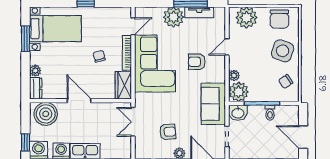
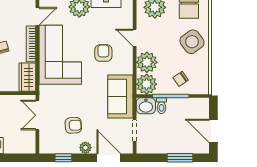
door: (227, 47) -> (135, 38), hinge flipped
side table: (283, 51) -> (192, 42), turned 35
armchair: (197, 62) -> (103, 53), turned 90
plant: (234, 75) -> (147, 62), width x1.88, depth x1.88
chair: (286, 82) -> (181, 79), moved
toilet: (270, 113) -> (161, 106), moved

